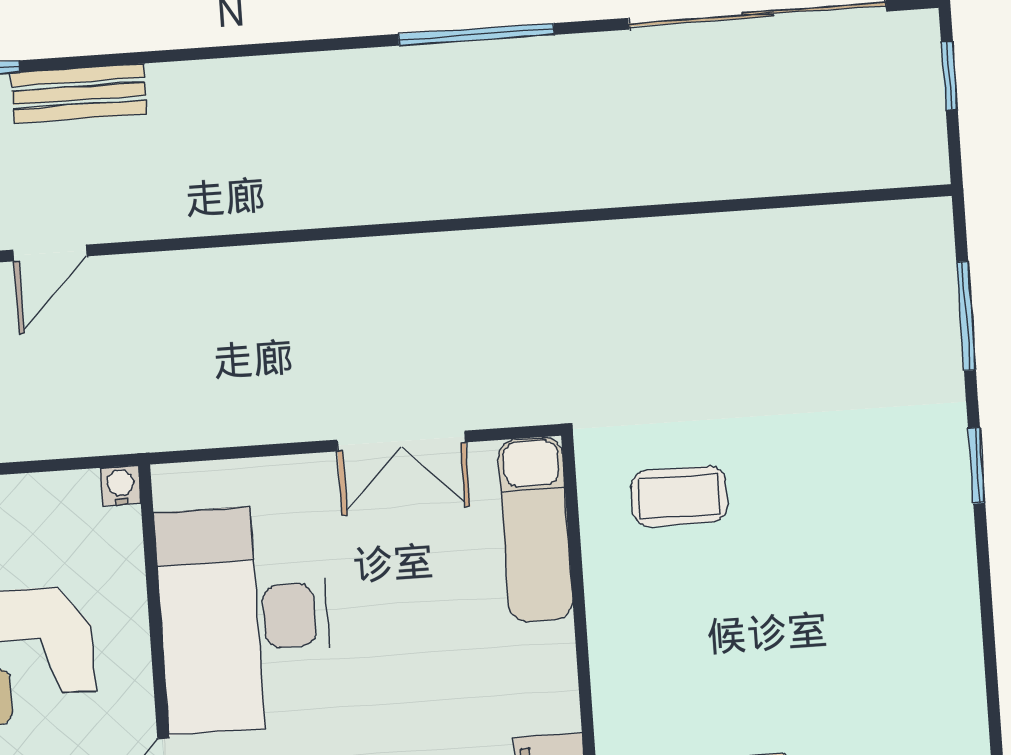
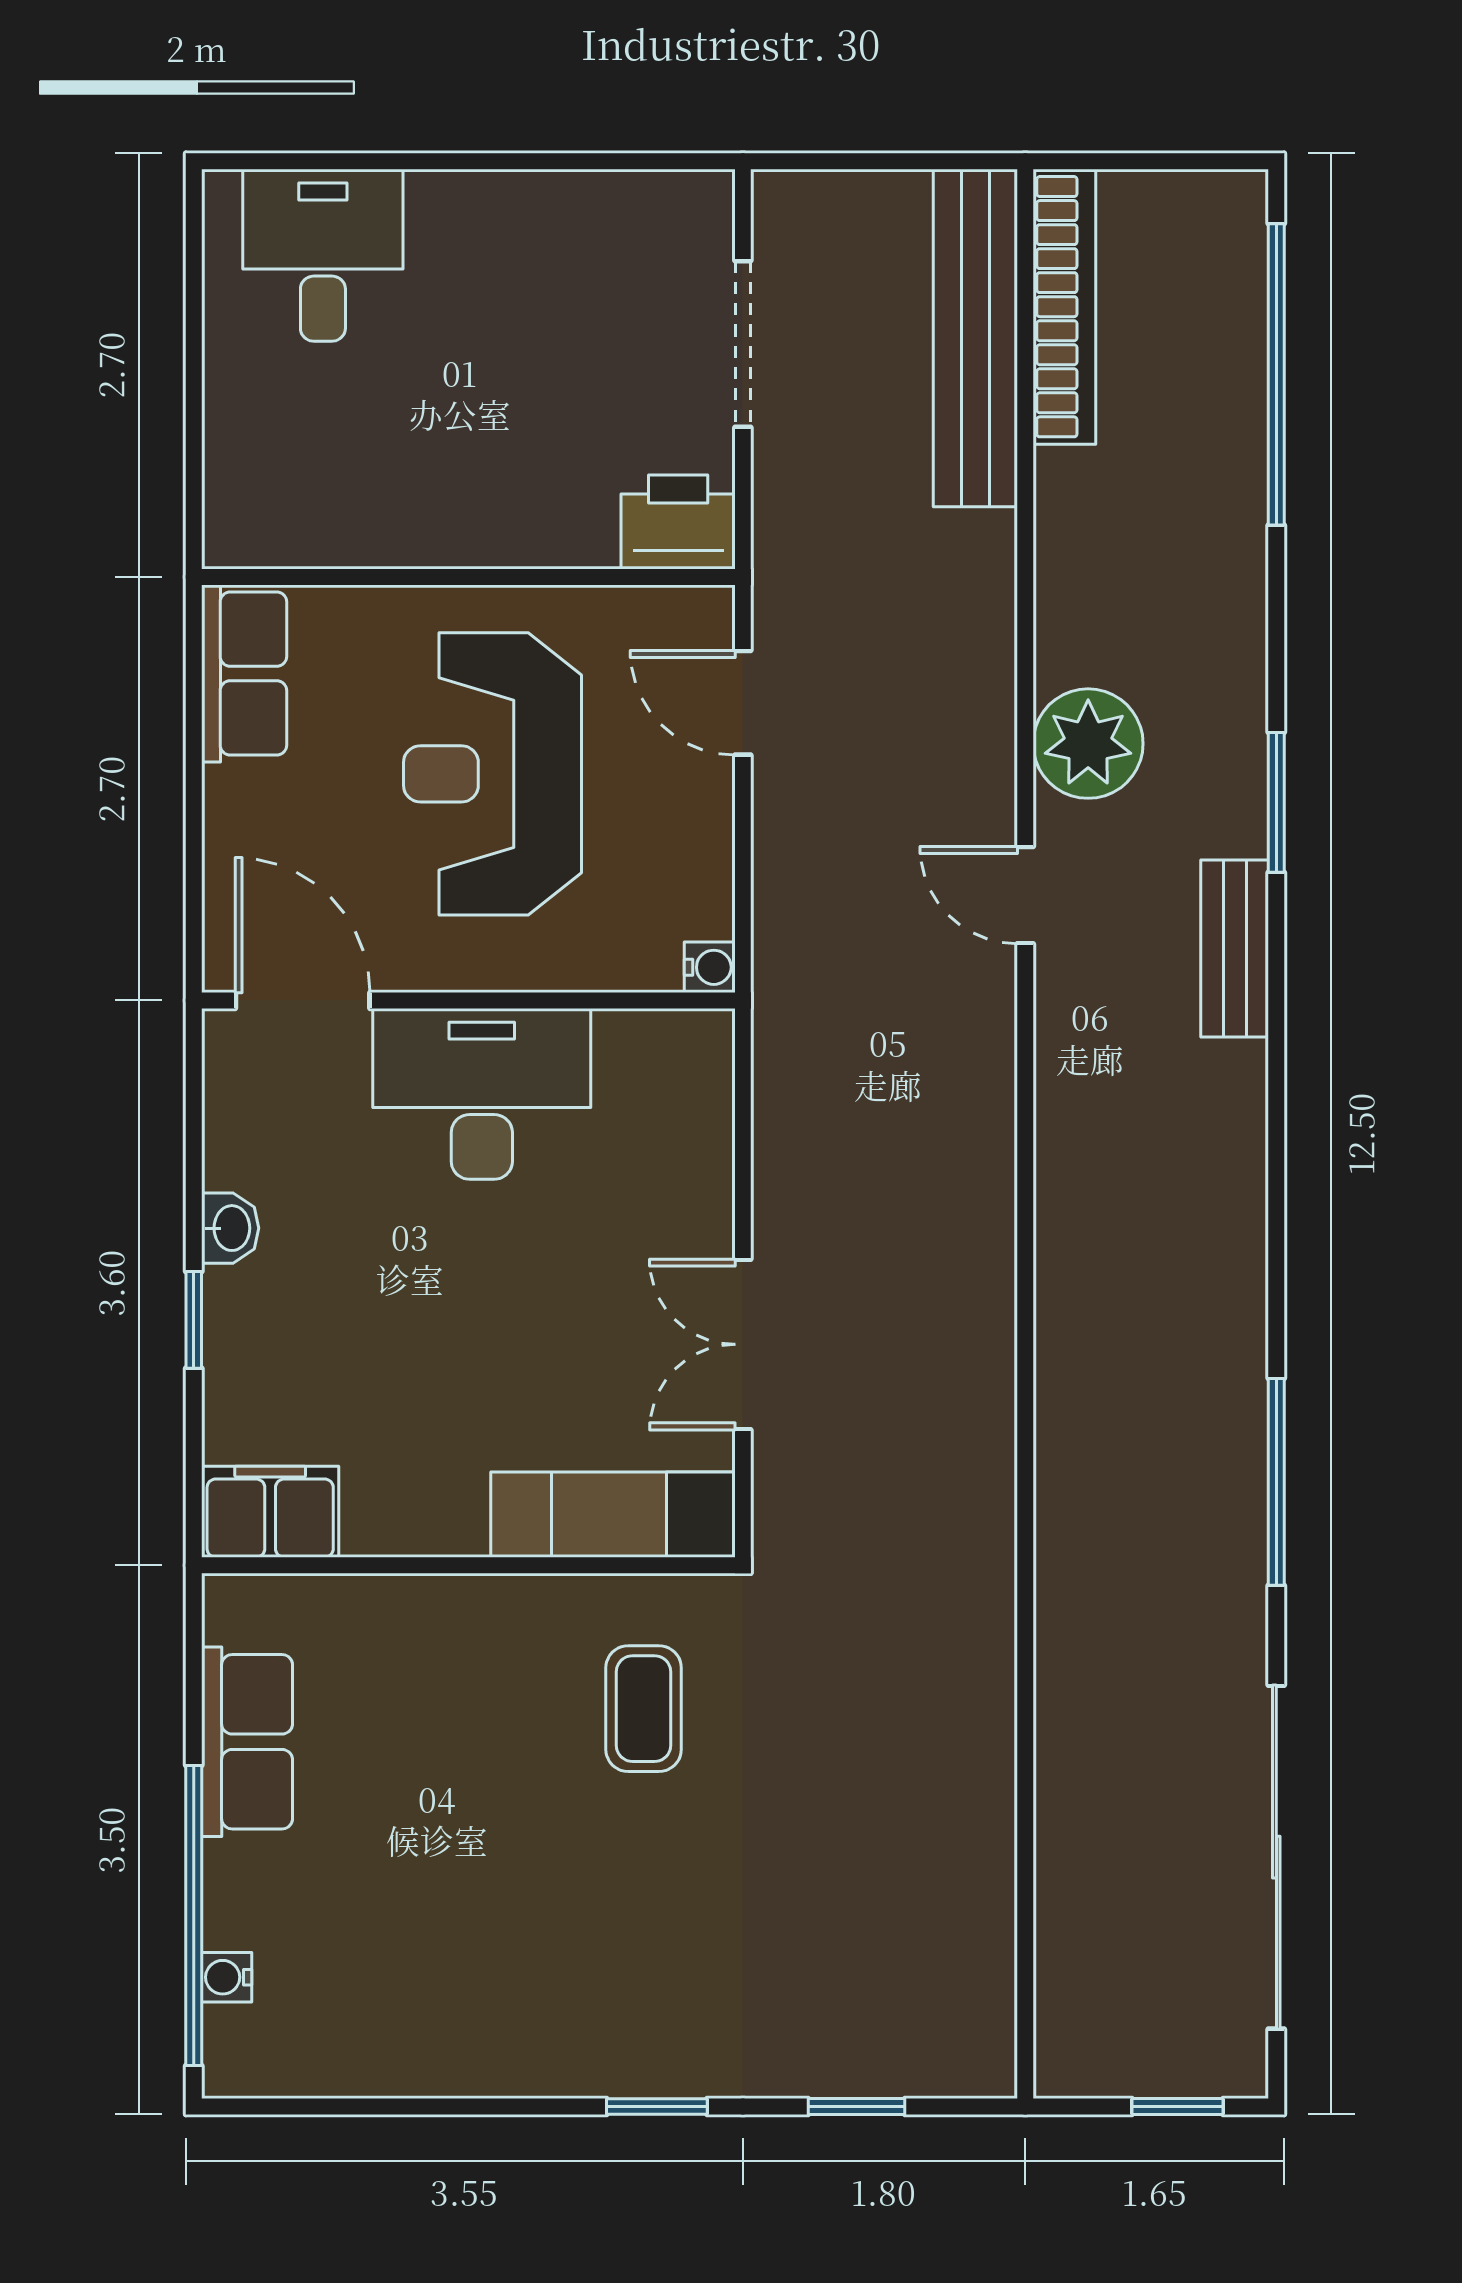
window: (966, 316) -> (857, 2106), width x0.67
desk: (244, 619) -> (482, 1094), width x0.73, depth x0.77

